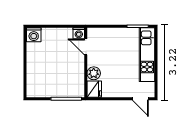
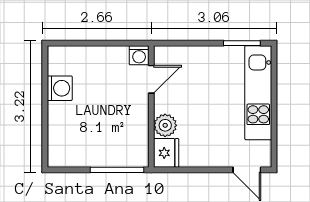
washing machine: (34, 35) -> (60, 88), moved, turned -90
door: (86, 47) -> (151, 79), swing flipped

